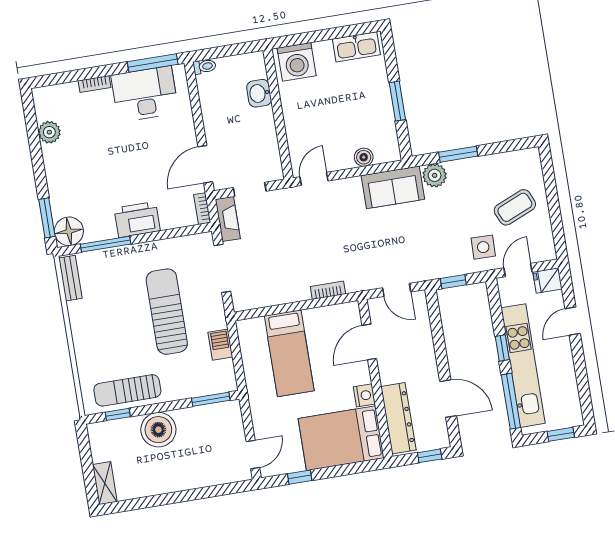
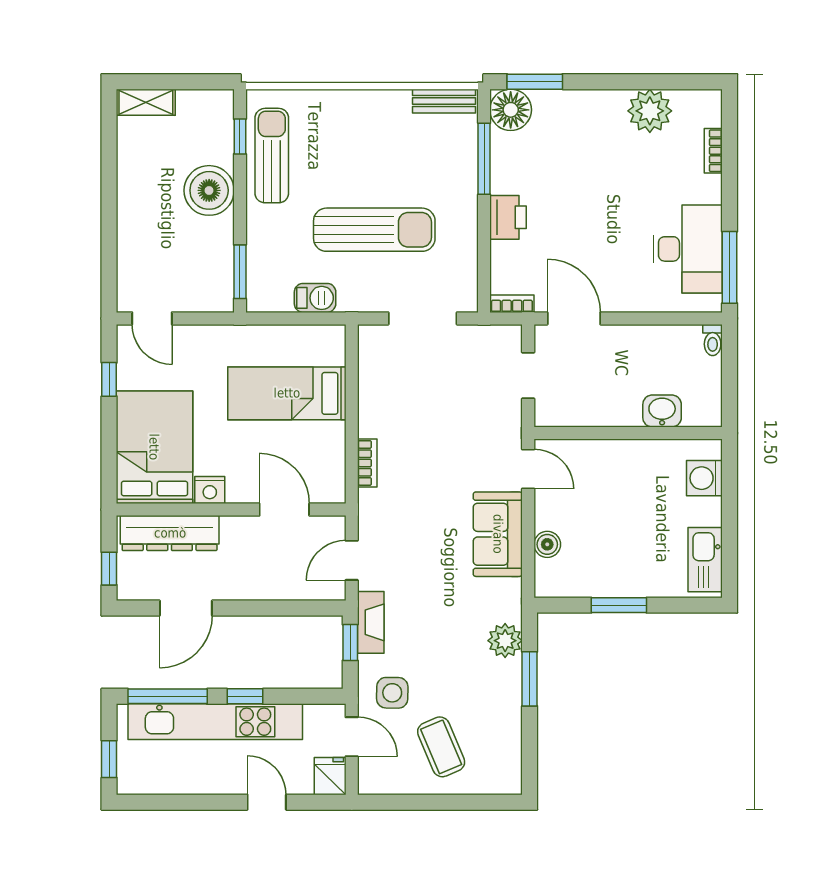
washing machine: (297, 62) -> (704, 478), width x0.73, depth x0.73
bookcase: (95, 84) -> (713, 151), moved
plant: (49, 132) -> (650, 111), width x1.36, depth x1.36
sofa: (393, 187) -> (498, 534), moved
printer: (137, 219) -> (508, 217), width x0.73, depth x0.84
fireplace: (228, 219) -> (371, 622), moved, turned -90

